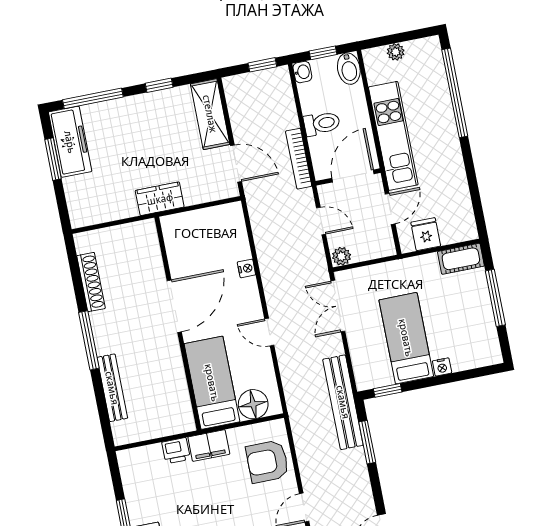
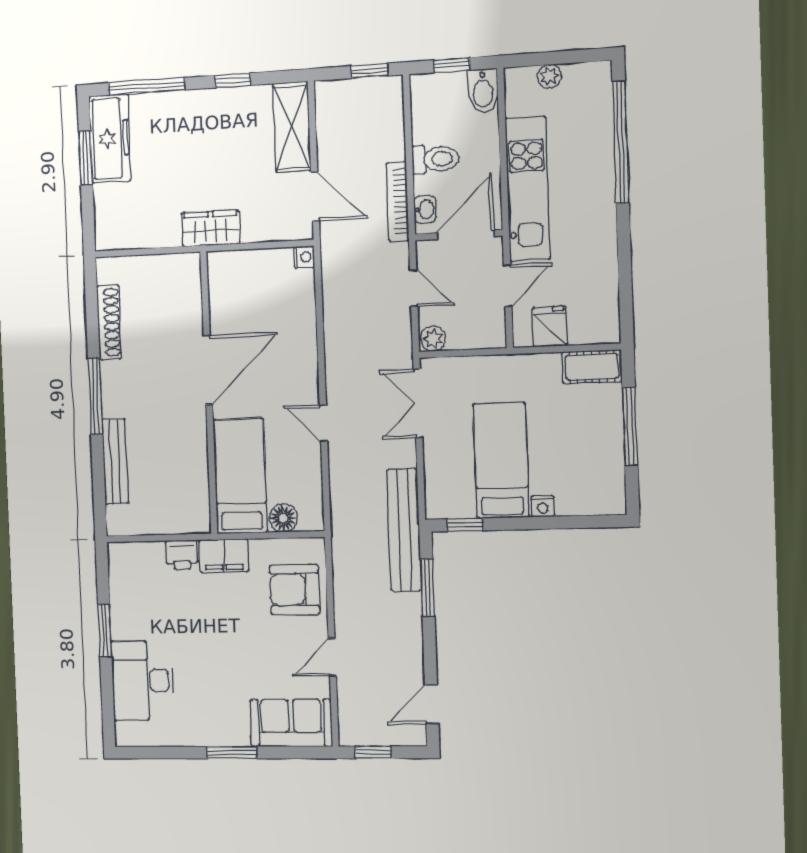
washbasin: (302, 72) -> (425, 209), moved
nightstand: (246, 268) -> (304, 257), moved
floor lamp: (253, 404) -> (283, 518), width x0.73, depth x0.73

